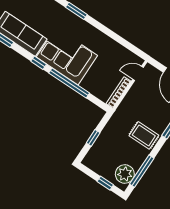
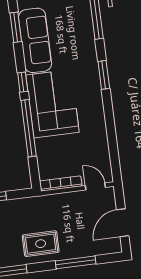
rug: (144, 135) -> (41, 244), turned 90

